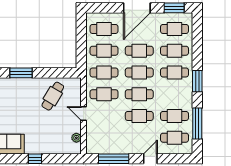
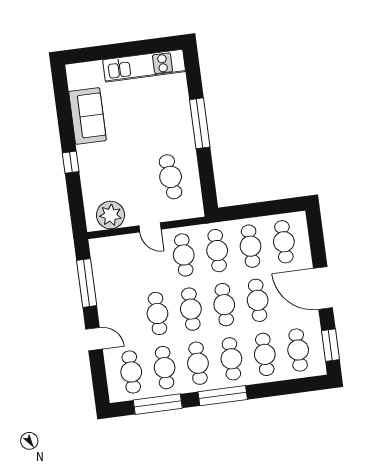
window: (21, 73) -> (200, 123), width x1.44
window: (197, 81) -> (223, 396), width x1.44
cafe table: (175, 94) -> (198, 363), added
cafe table: (53, 96) -> (171, 177), turned 53
door: (84, 114) -> (150, 227), swing flipped
plant: (76, 138) -> (110, 215), width x1.87, depth x1.87

